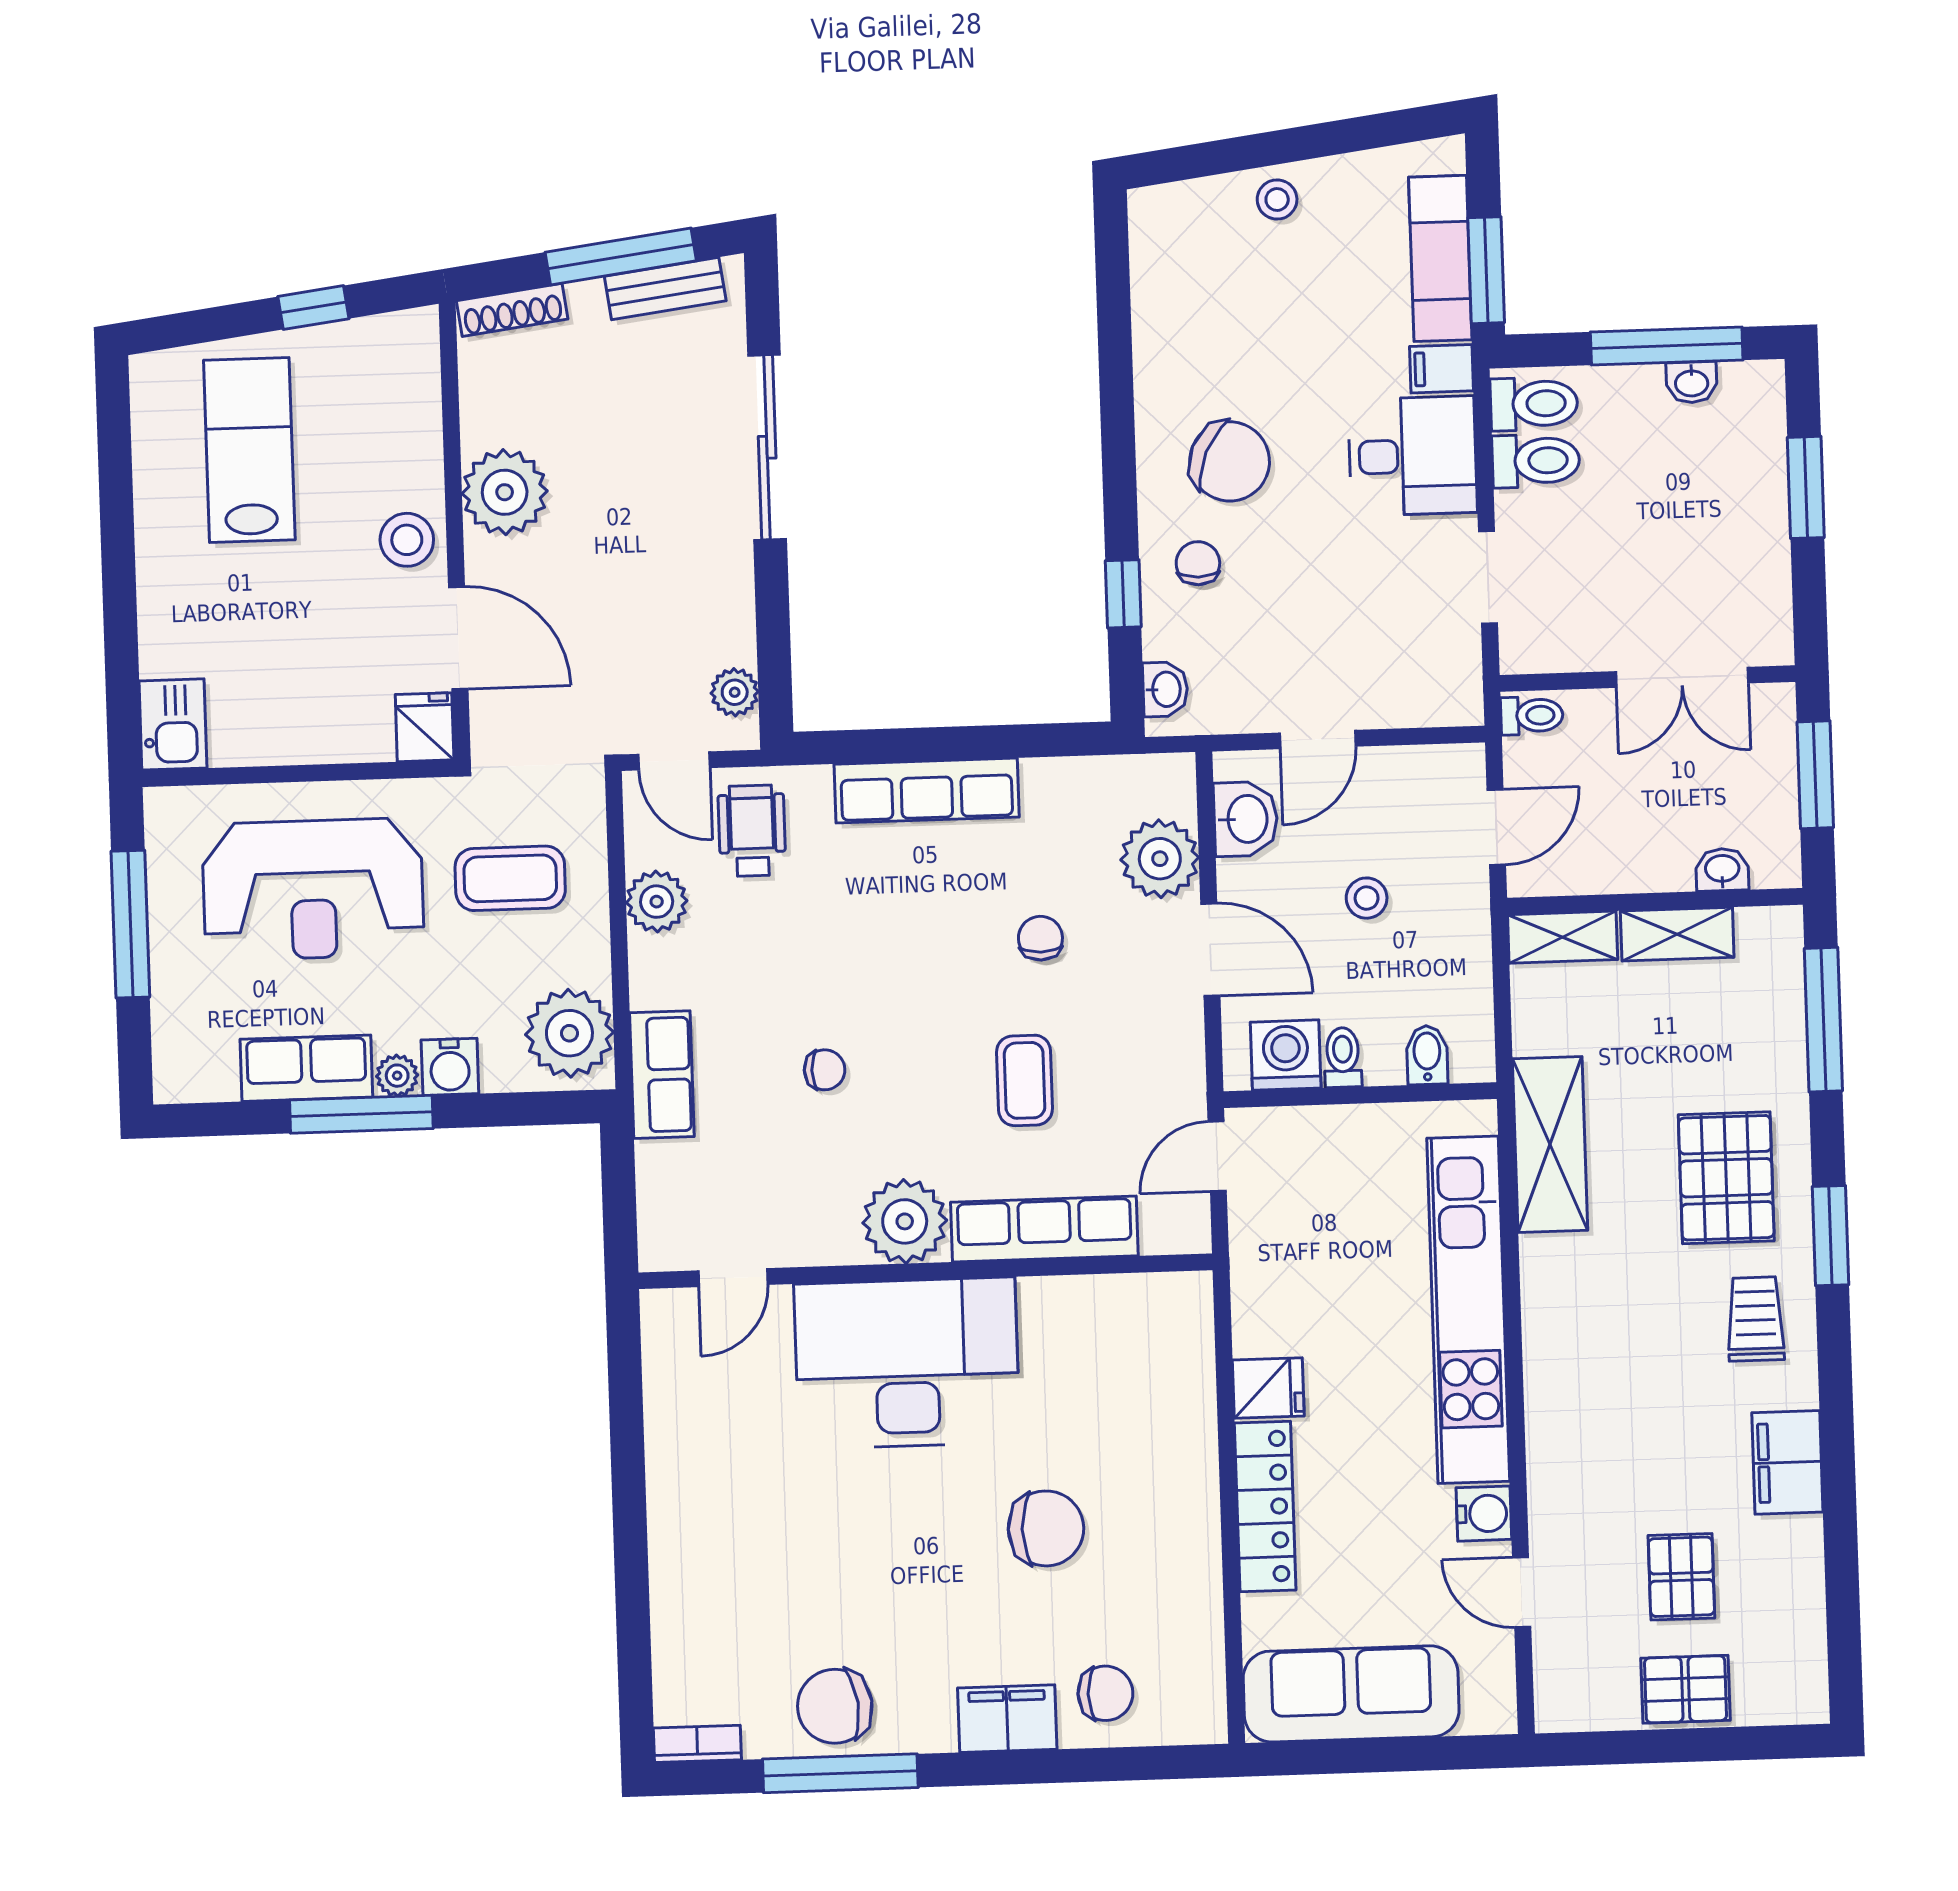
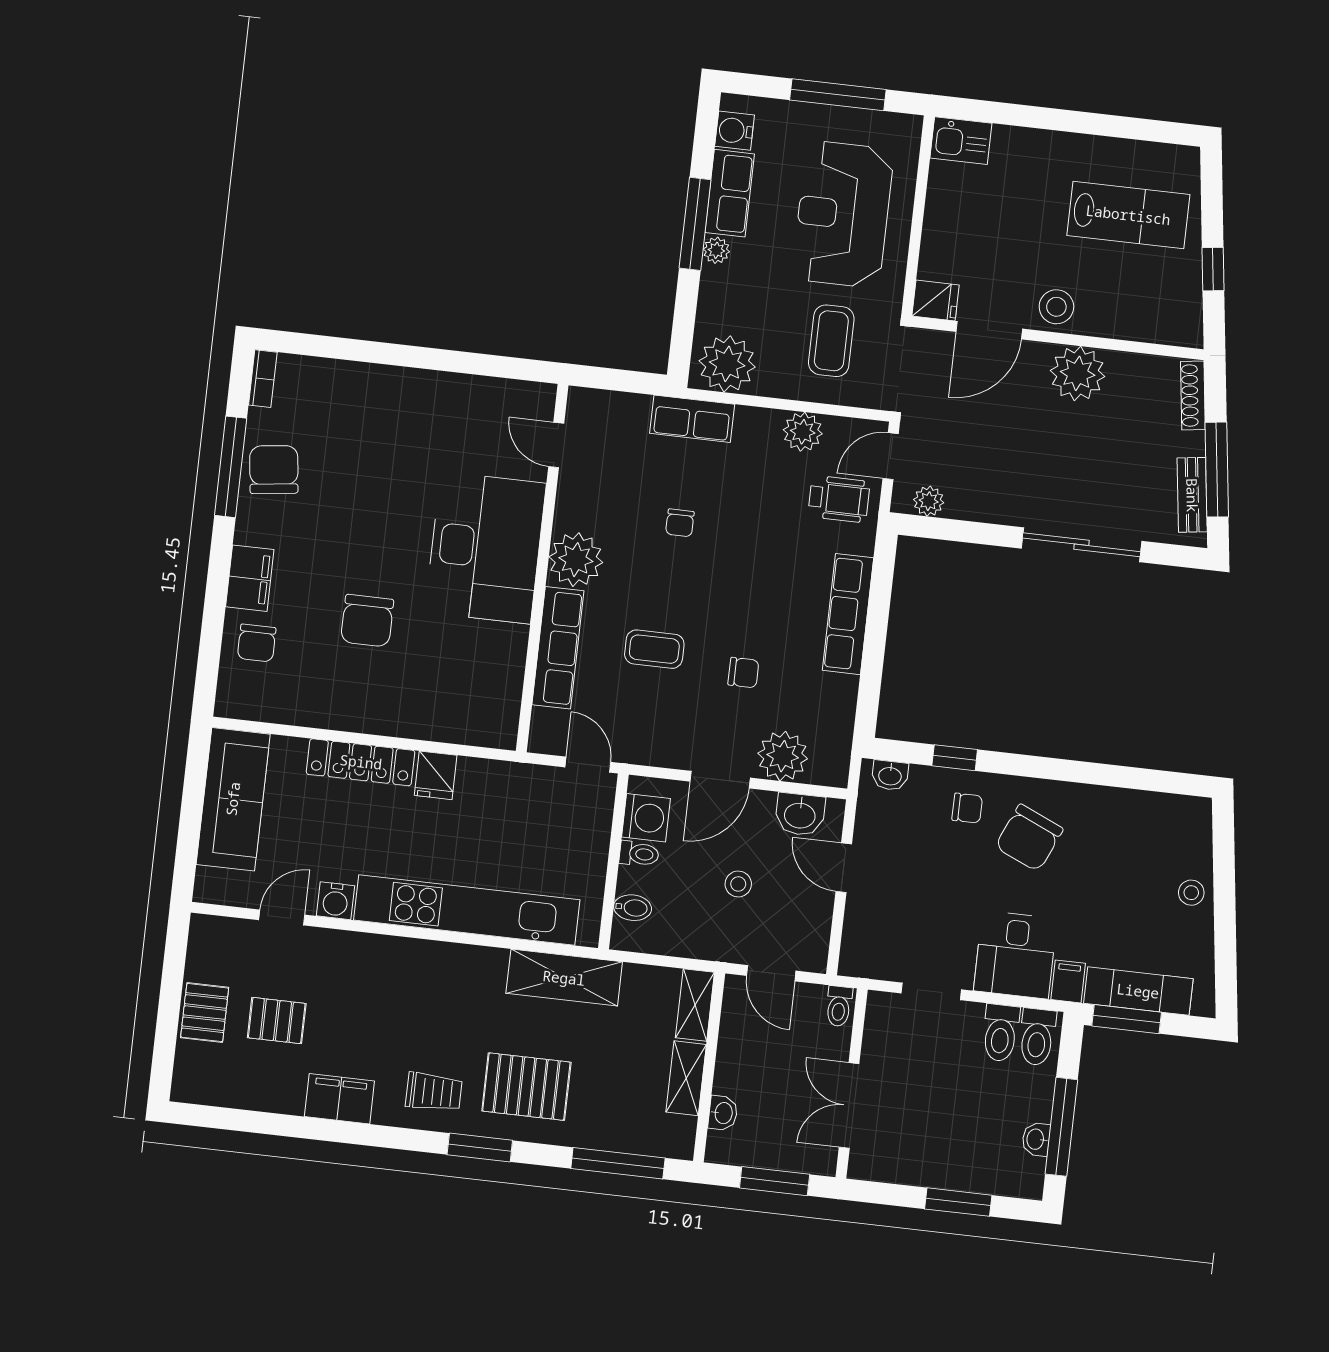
water cooler: (450, 1067) -> (735, 131), moved

